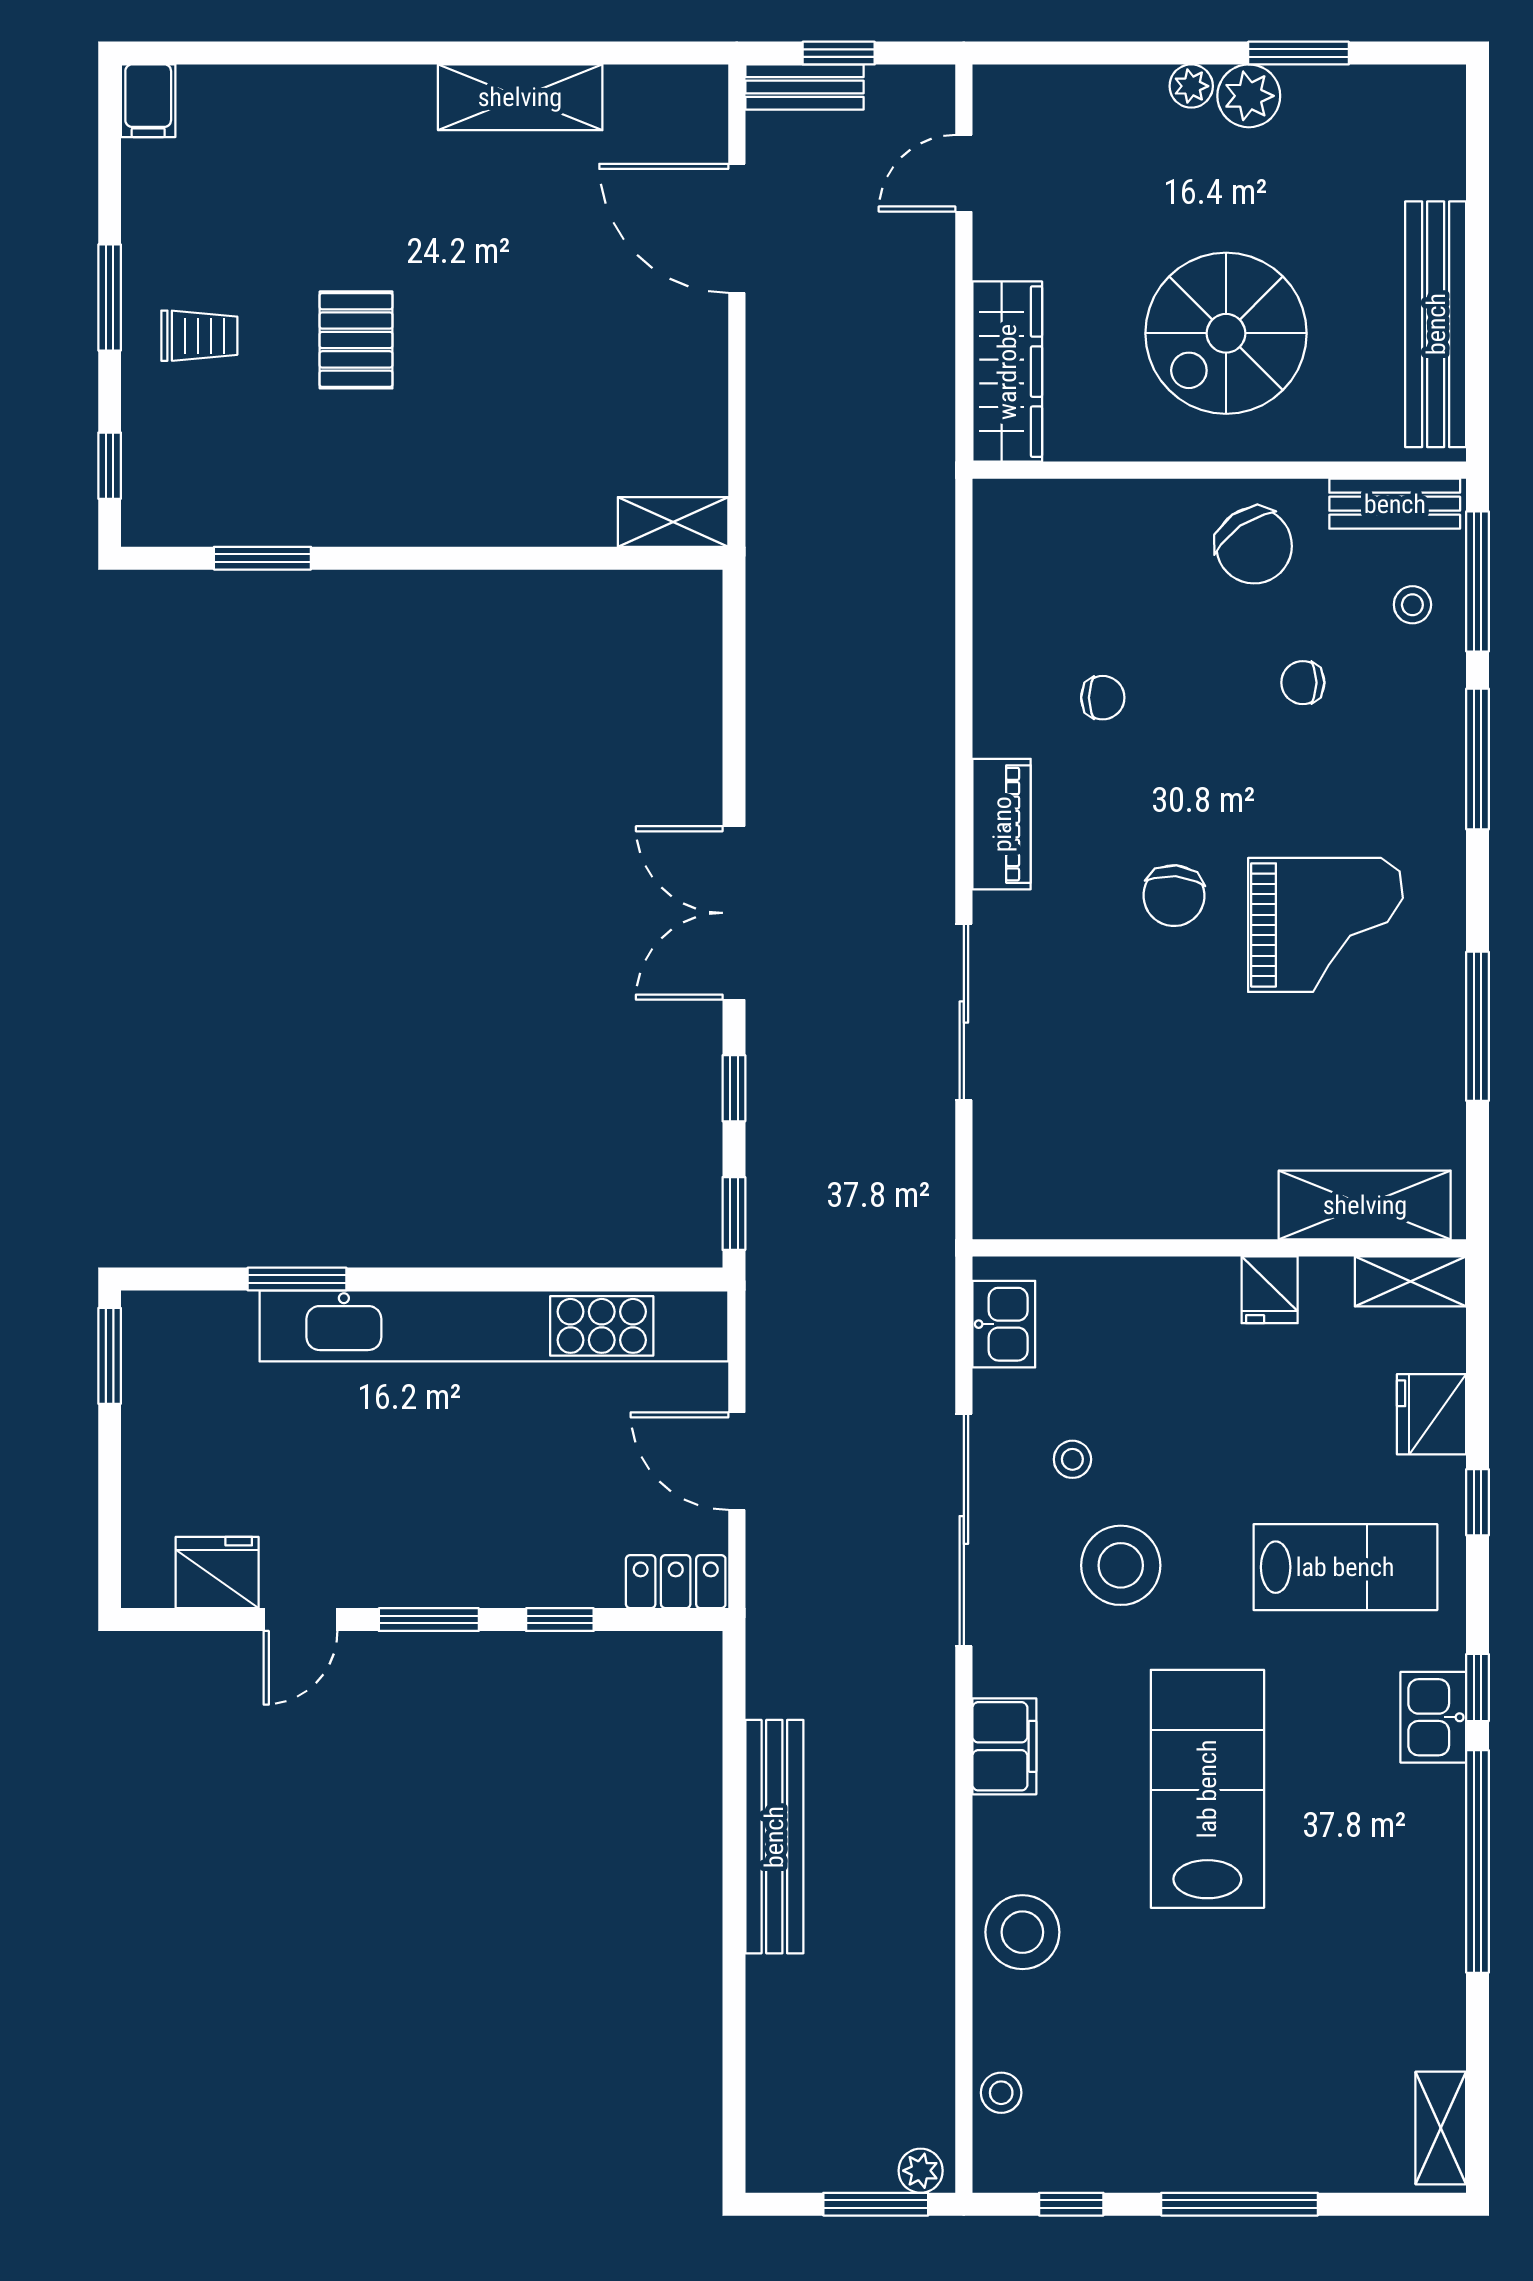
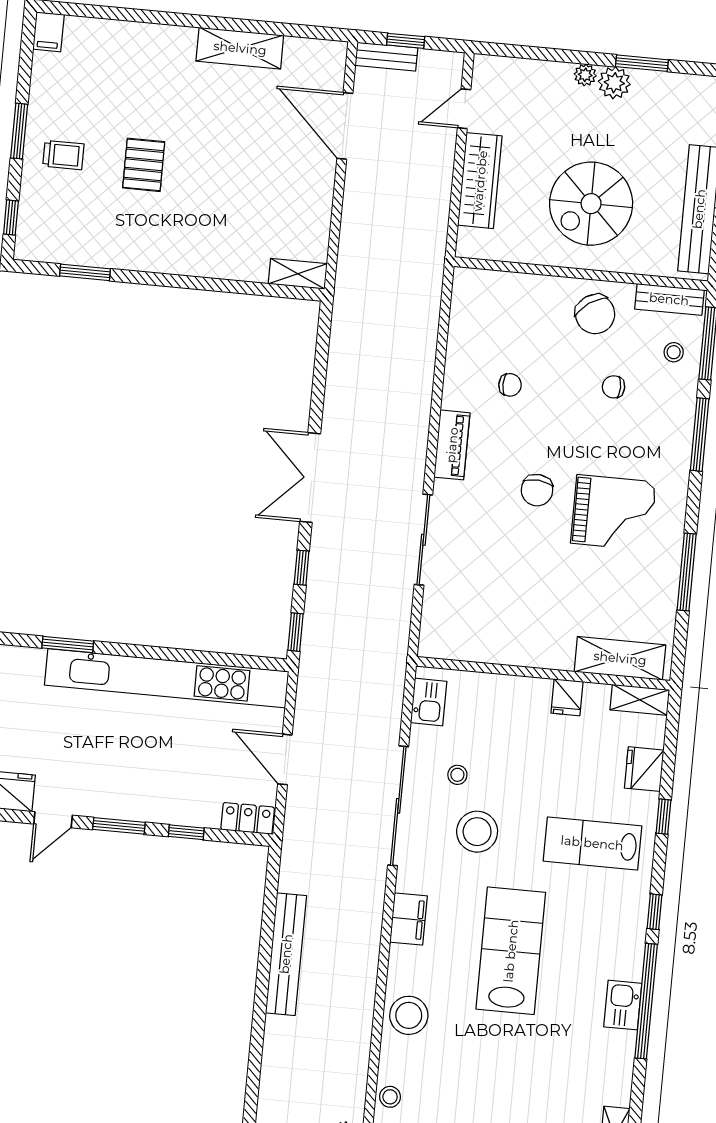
wardrobe: (1007, 372) -> (480, 181), moved
lab bench: (1345, 1567) -> (592, 843), turned 180
kitchen sink: (1433, 1717) -> (623, 1005), moved

